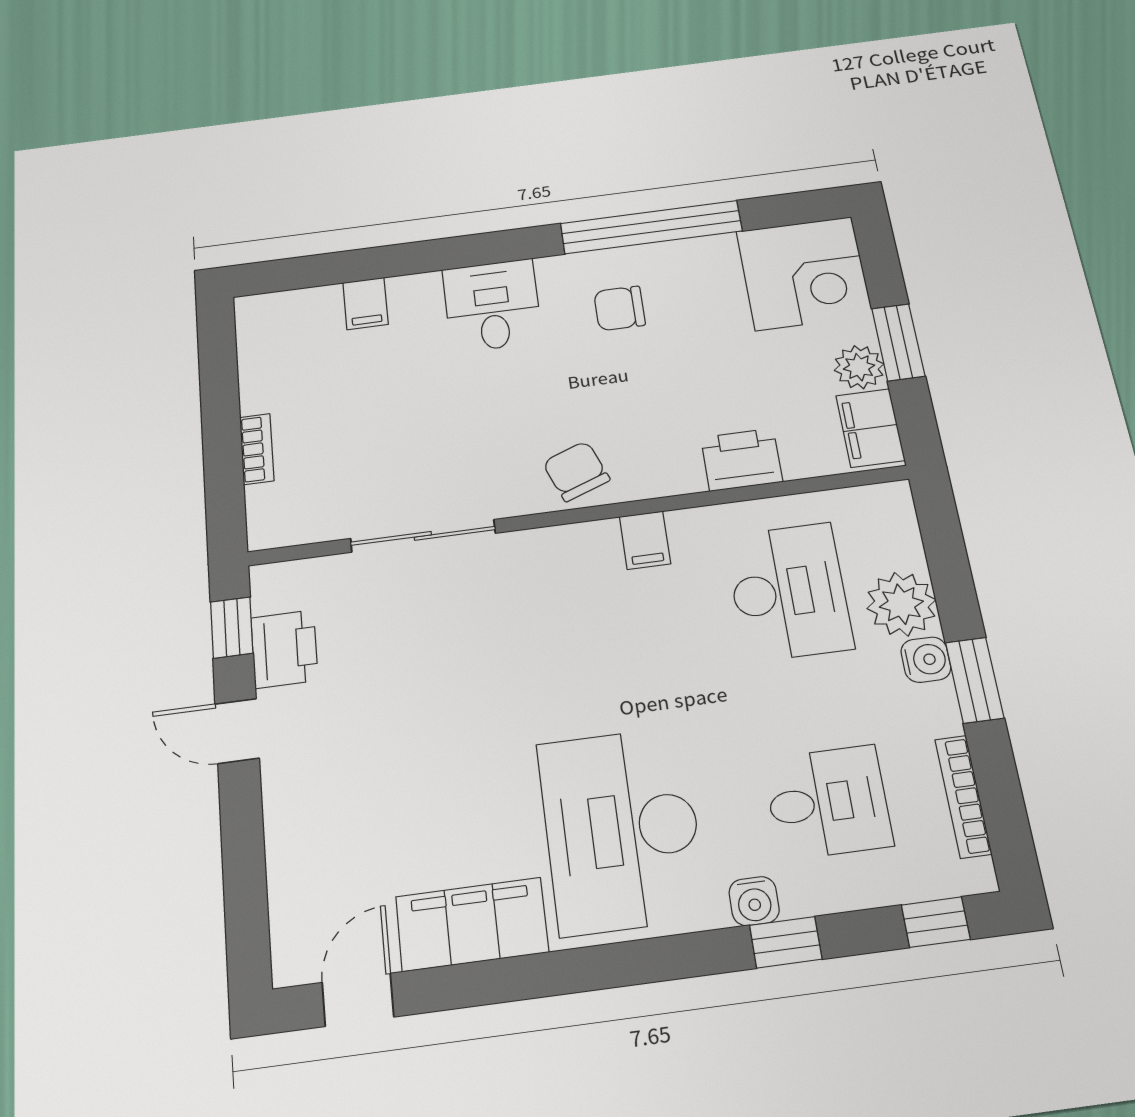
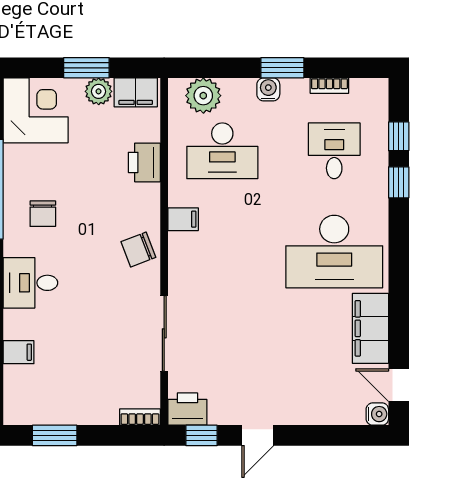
window: (219, 379) -> (55, 435), added
bookcase: (257, 449) -> (140, 417), moved
desk: (789, 592) -> (222, 151), turned 180
plant: (901, 604) -> (203, 96), moved
printer: (284, 649) -> (187, 409), moved
bookcase: (963, 796) -> (329, 86), width x0.64
water cooler: (754, 901) -> (377, 414), moved
window: (936, 922) -> (399, 136), moved

